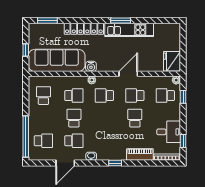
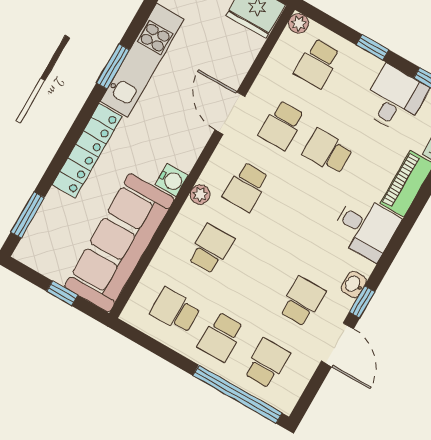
window: (183, 97) -> (372, 47), moved
school desk: (74, 118) -> (221, 337), moved, turned -90
desk: (115, 148) -> (365, 227), added
window: (115, 163) -> (362, 302), moved

